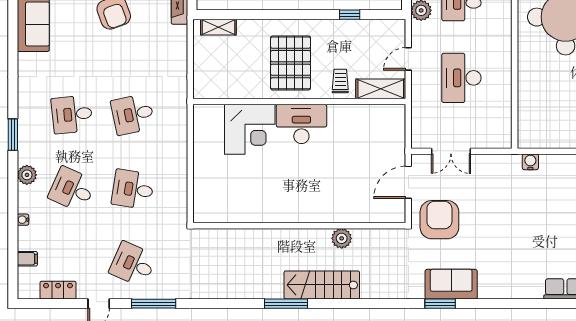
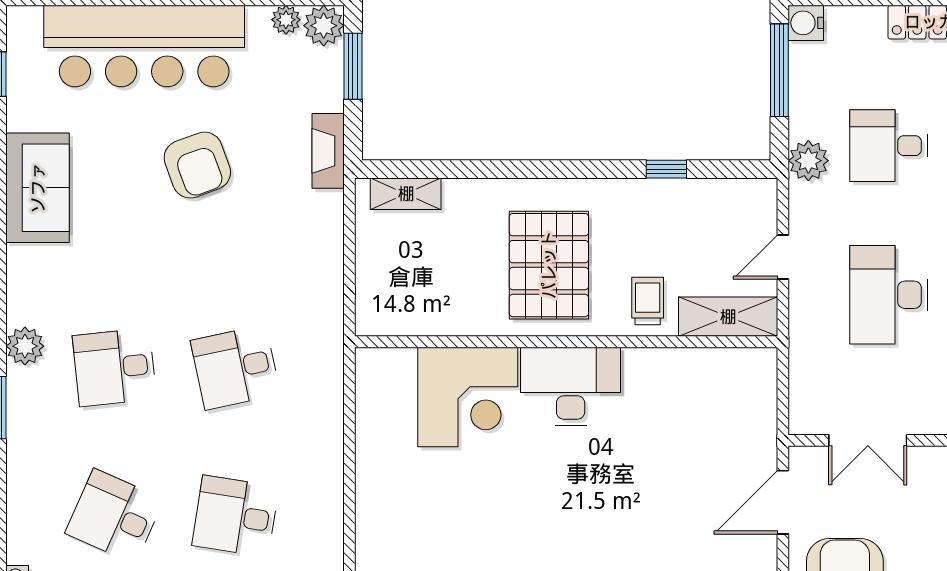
plant: (27, 175) -> (25, 346), moved

